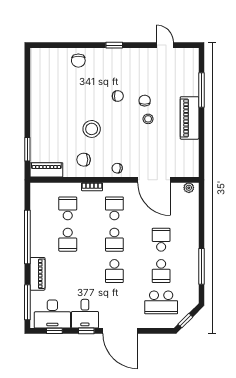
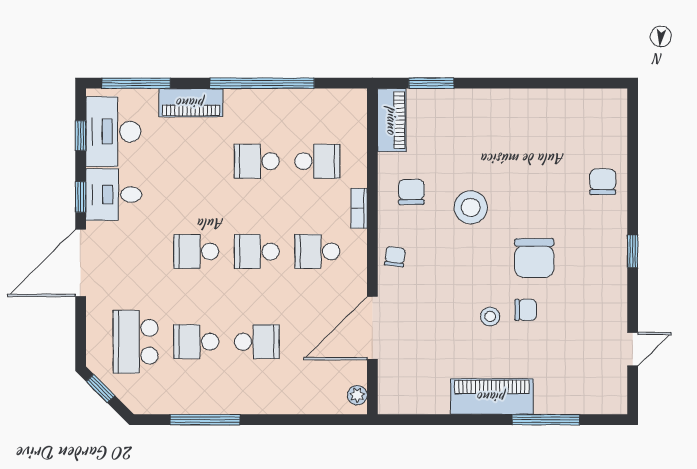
chair: (78, 61) -> (603, 182), turned 90
chair: (118, 96) -> (534, 258), width x1.87, depth x1.87
school desk: (114, 208) -> (317, 251), turned 180

